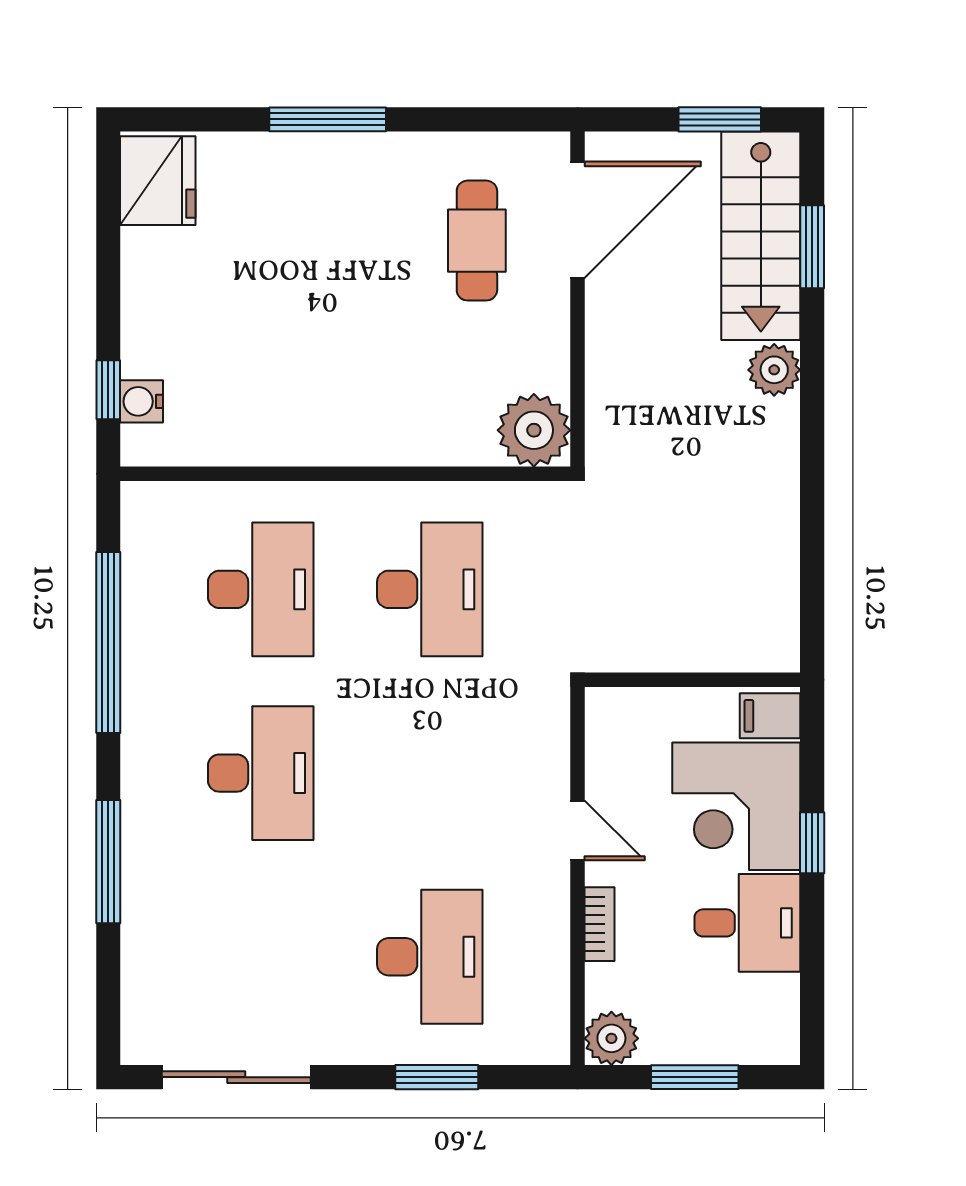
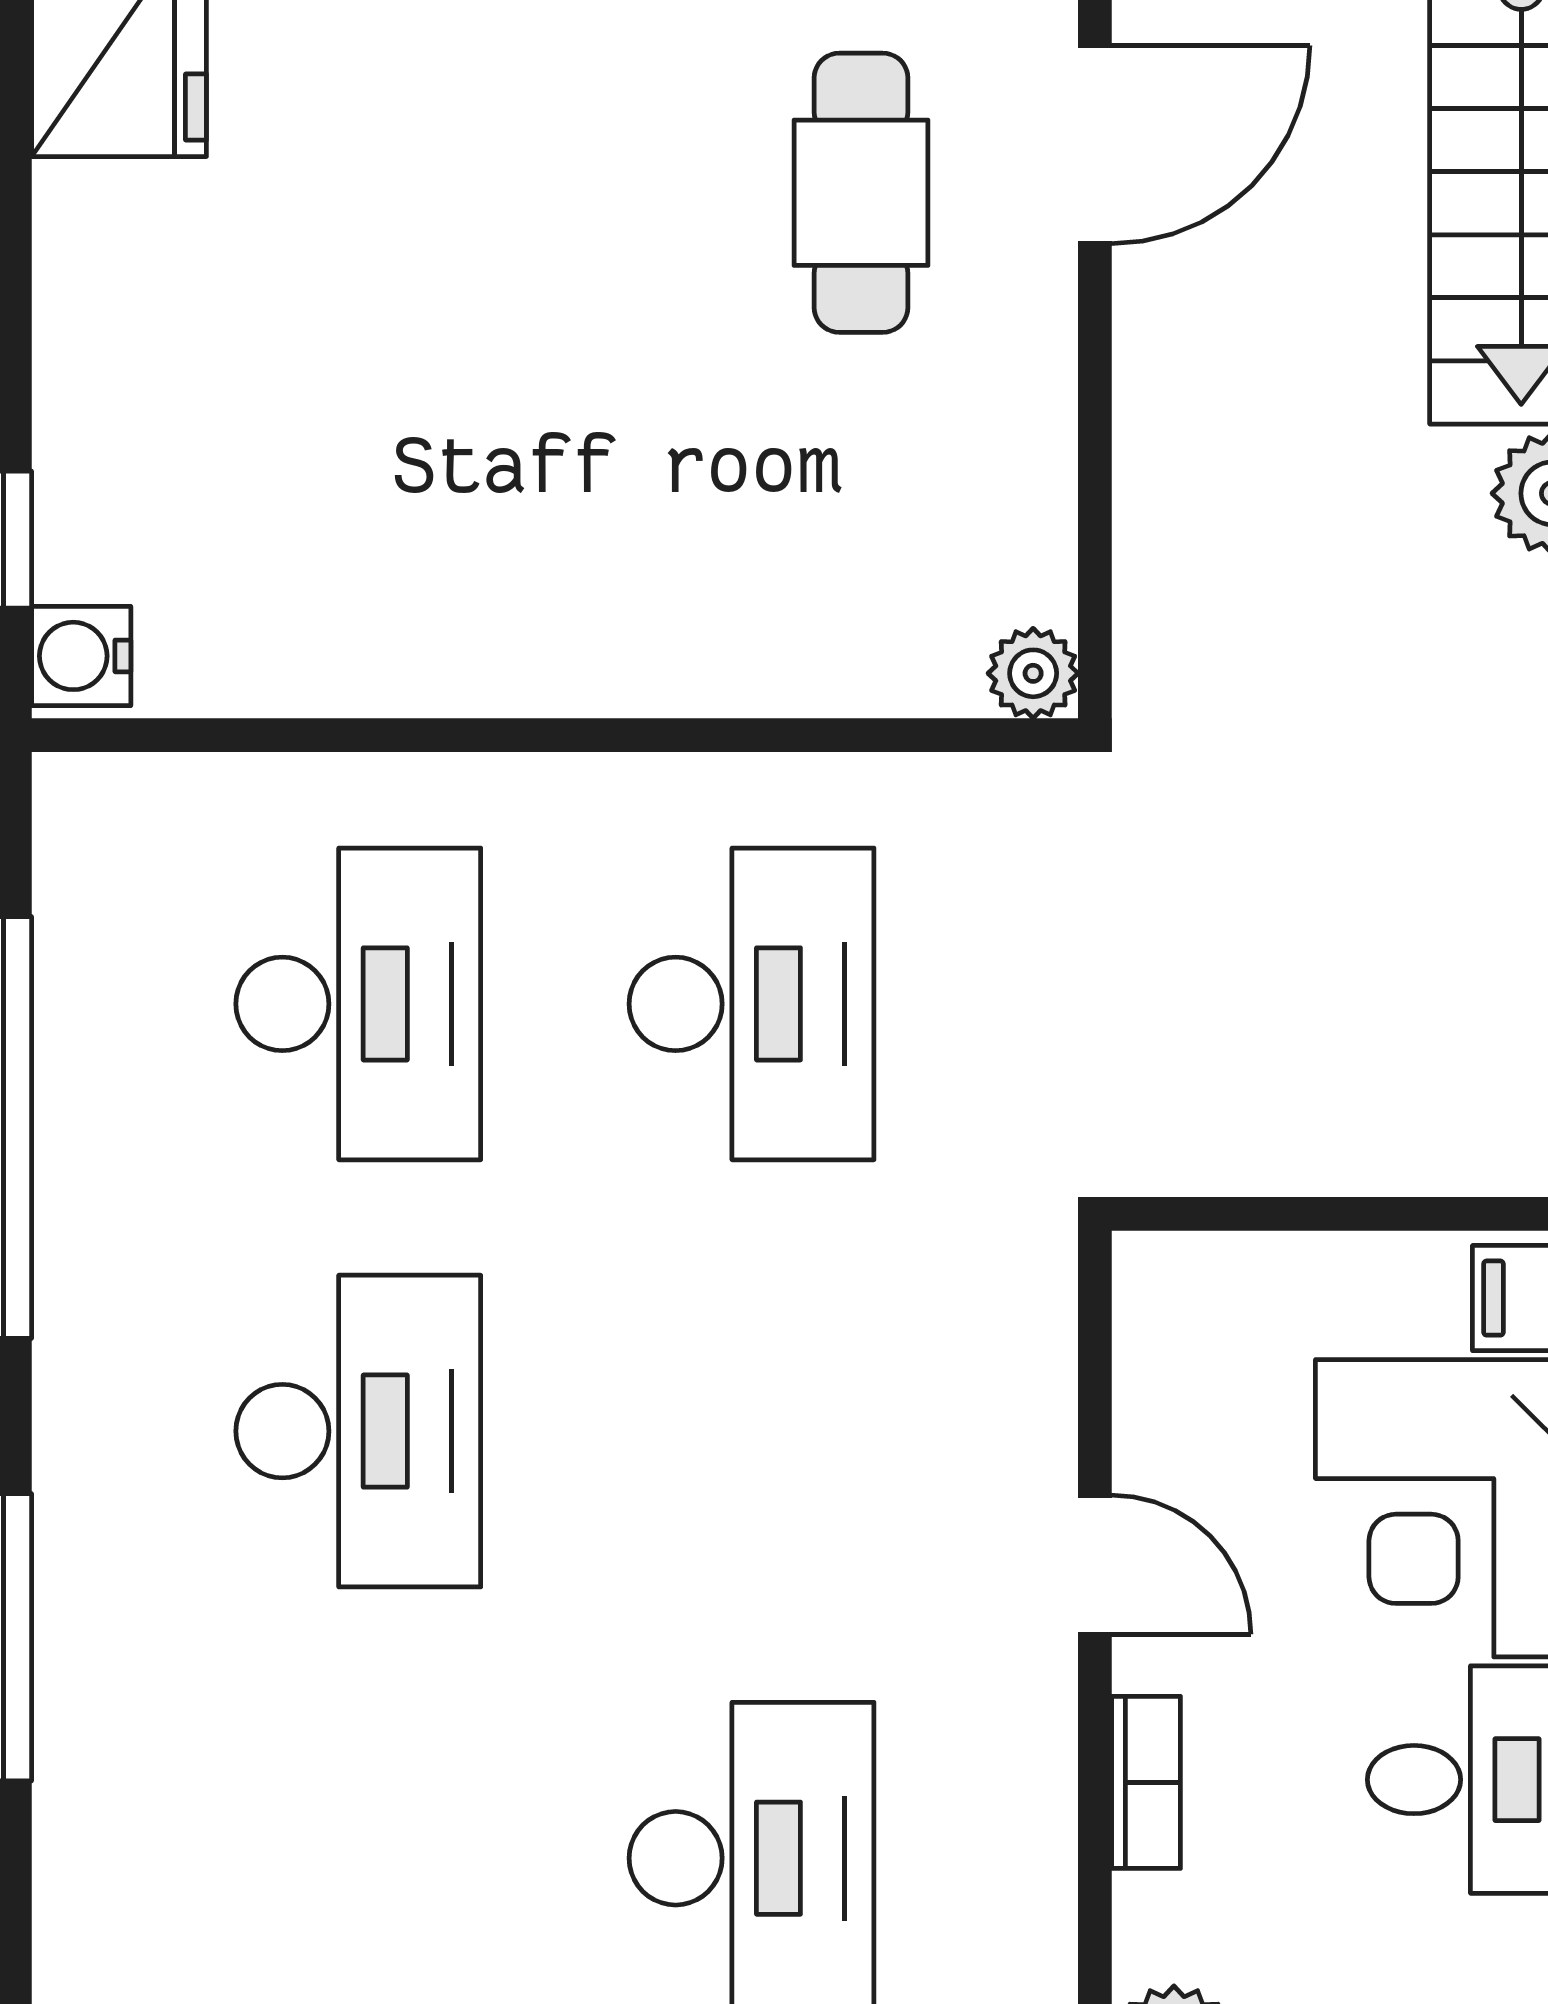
door: (577, 220) -> (1095, 145), width x0.73
water cooler: (142, 401) -> (81, 656), moved
plant: (534, 430) -> (1033, 673), width x0.53, depth x0.53

